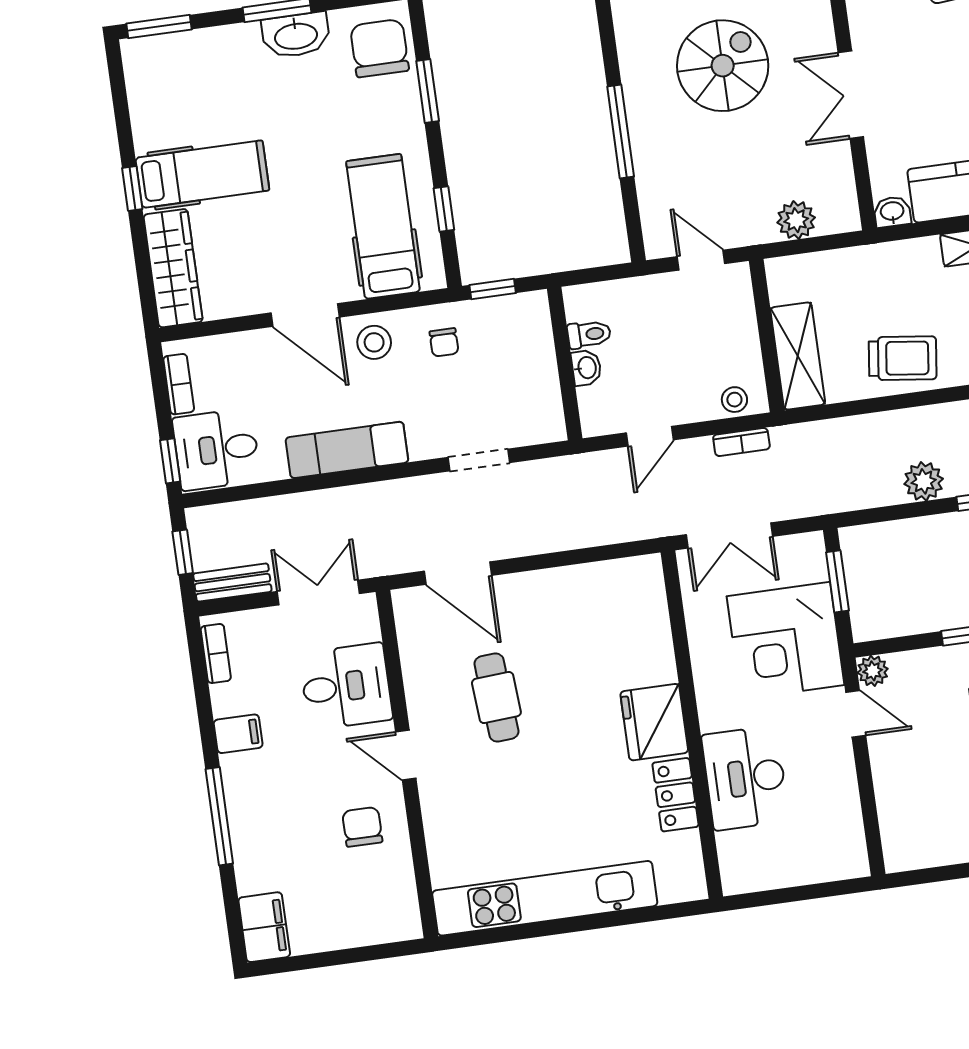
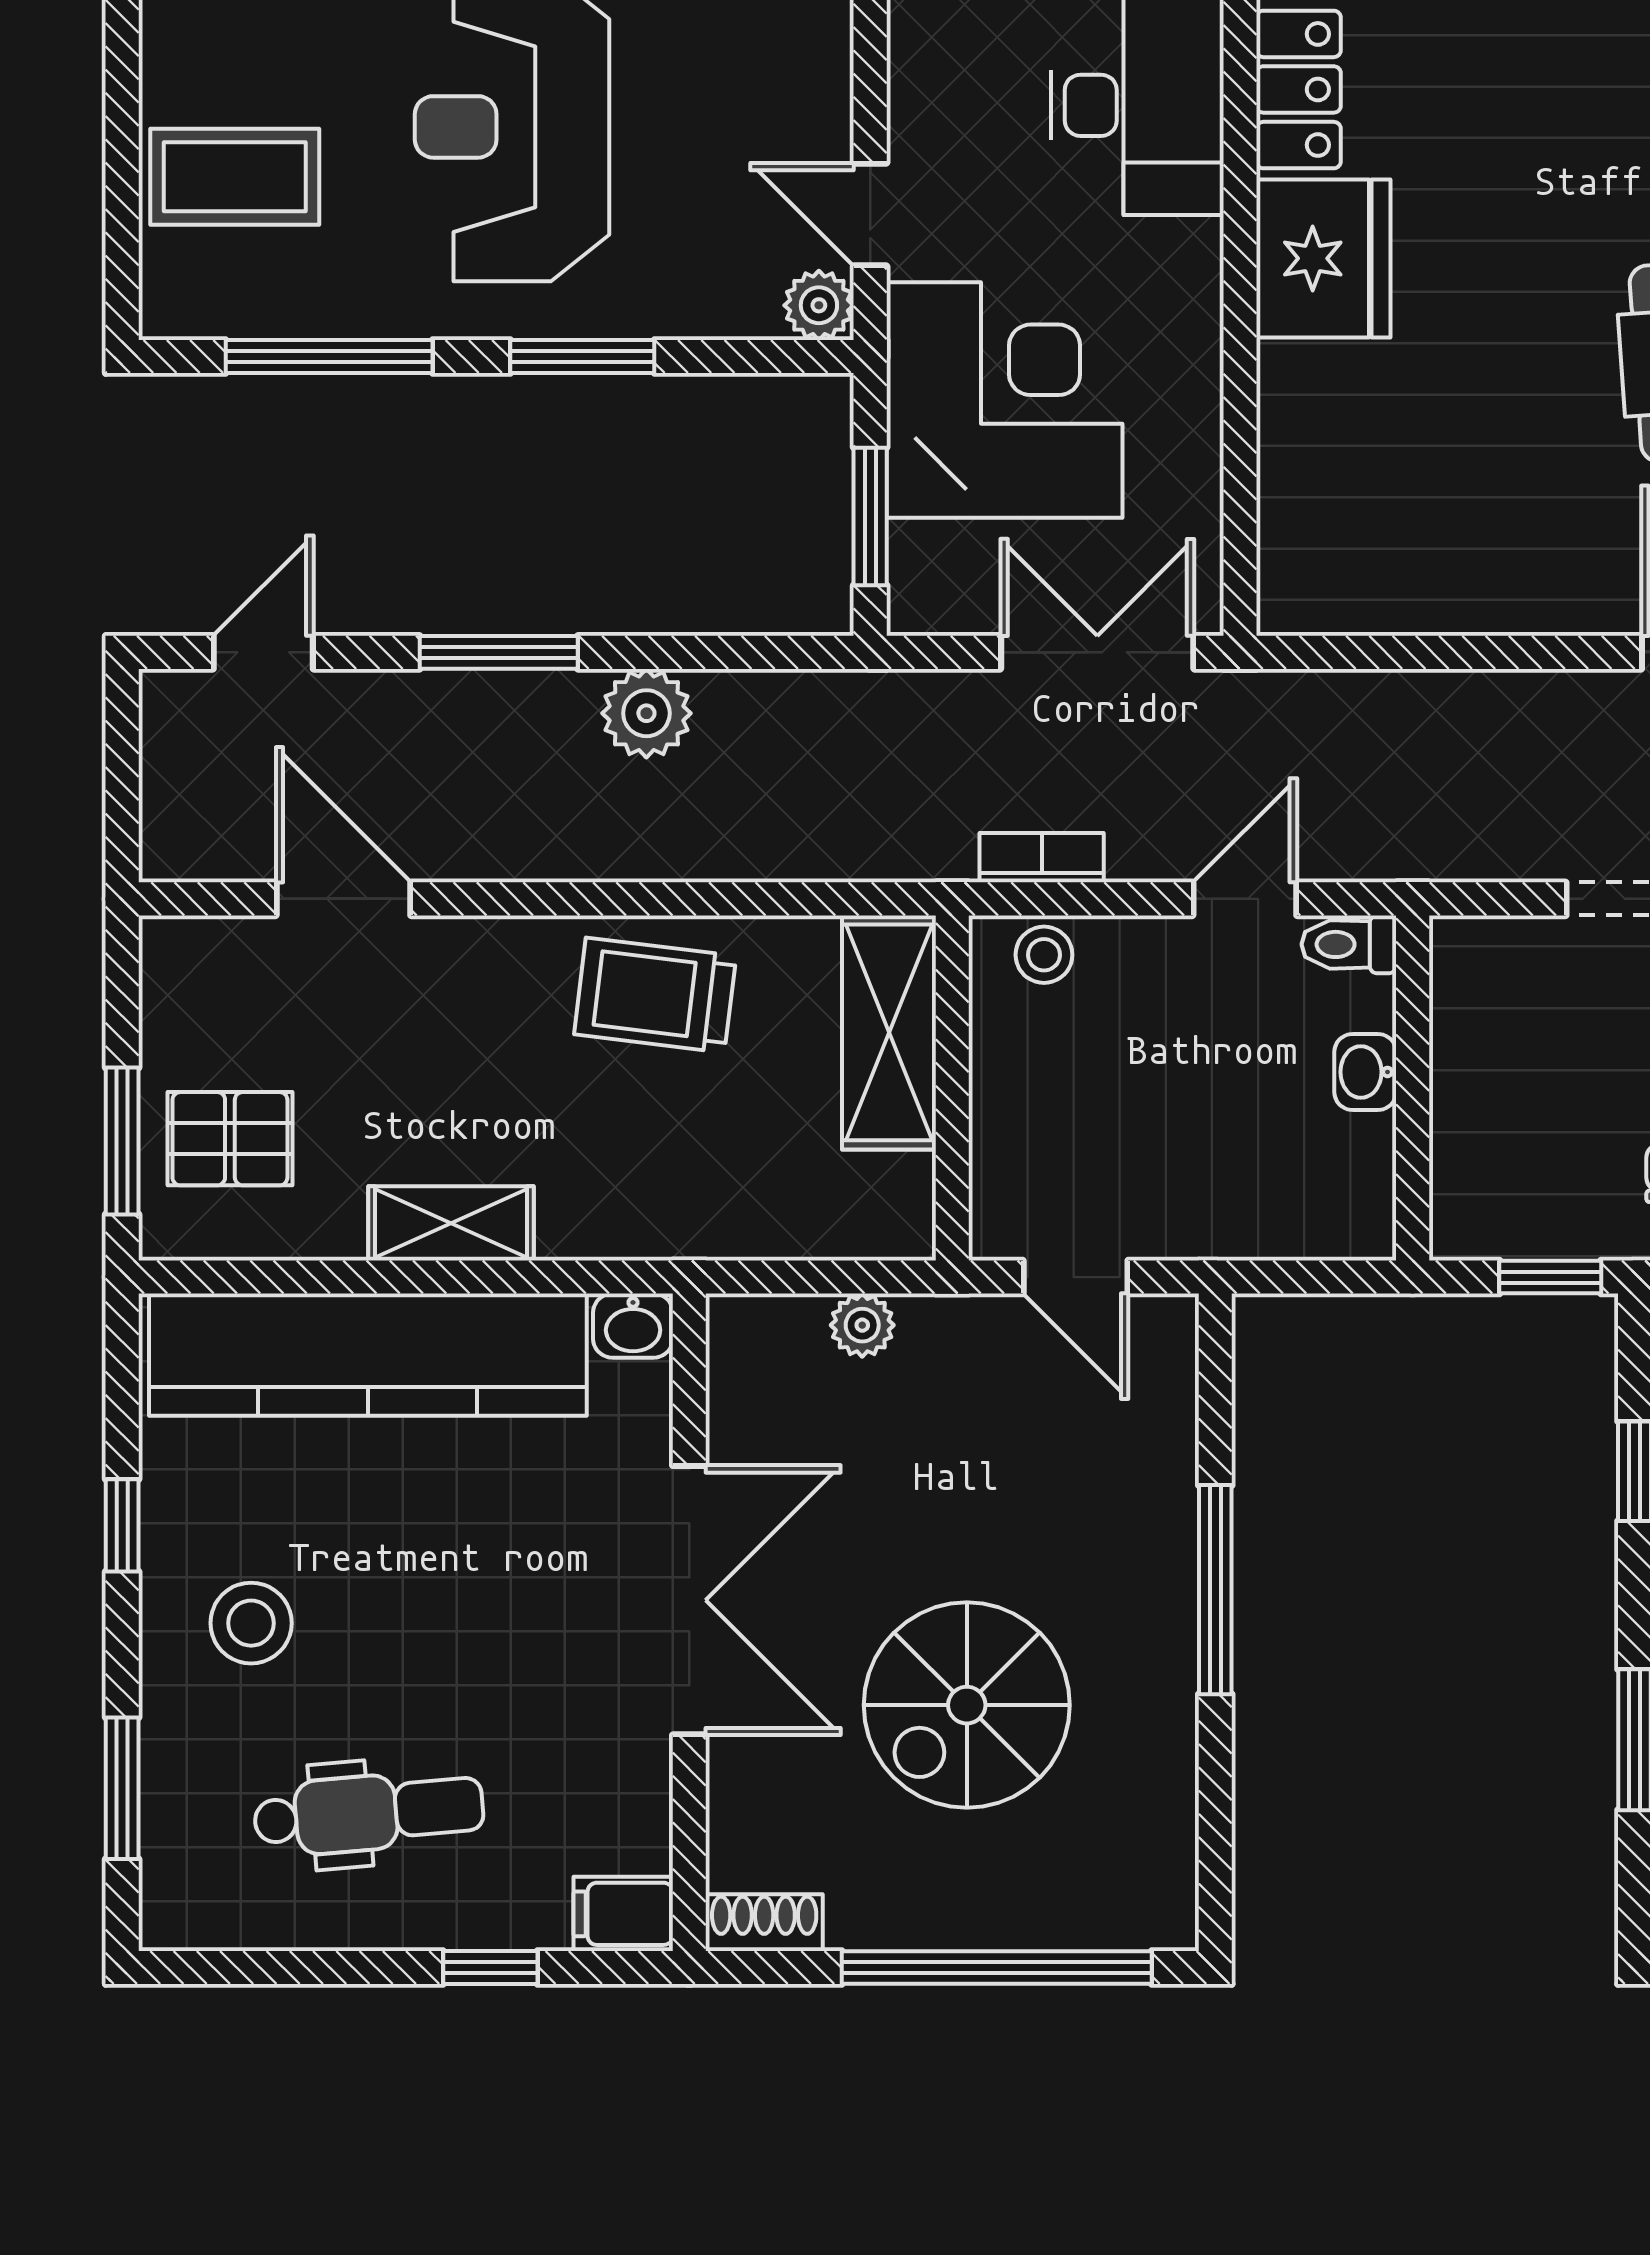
double door: (851, 95) -> (689, 1600), width x1.37
plant: (796, 220) -> (862, 1325), width x0.73, depth x0.73
toilet: (589, 334) -> (1349, 944), moved

